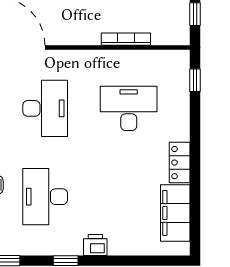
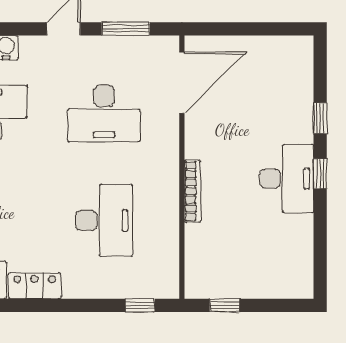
bookcase: (126, 39) -> (192, 191), moved

